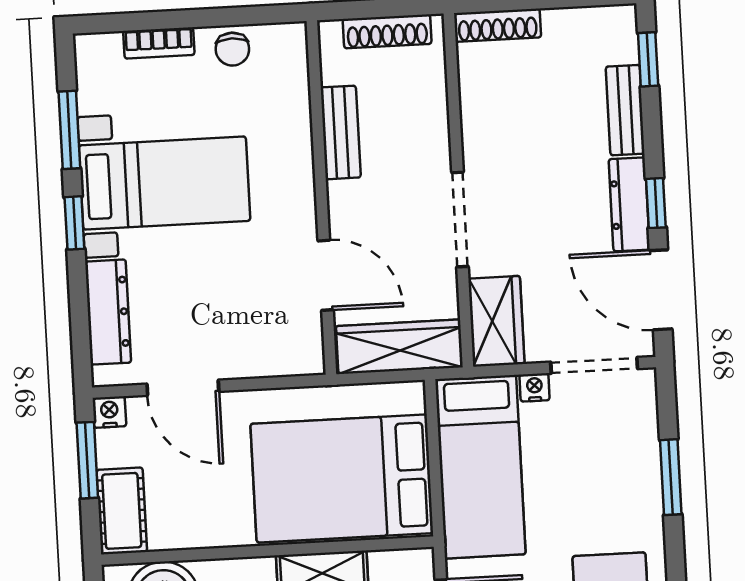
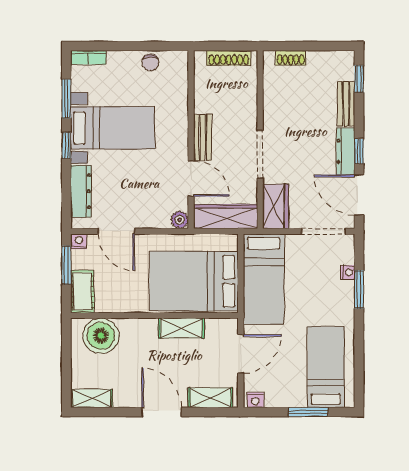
shoe rack: (498, 25) -> (291, 58), width x0.70
bookcase: (159, 43) -> (88, 57), moved
bench: (341, 132) -> (203, 137), moved
plant: (307, 358) -> (180, 220), added
nightstand: (534, 387) -> (348, 272), moved, turned 90

